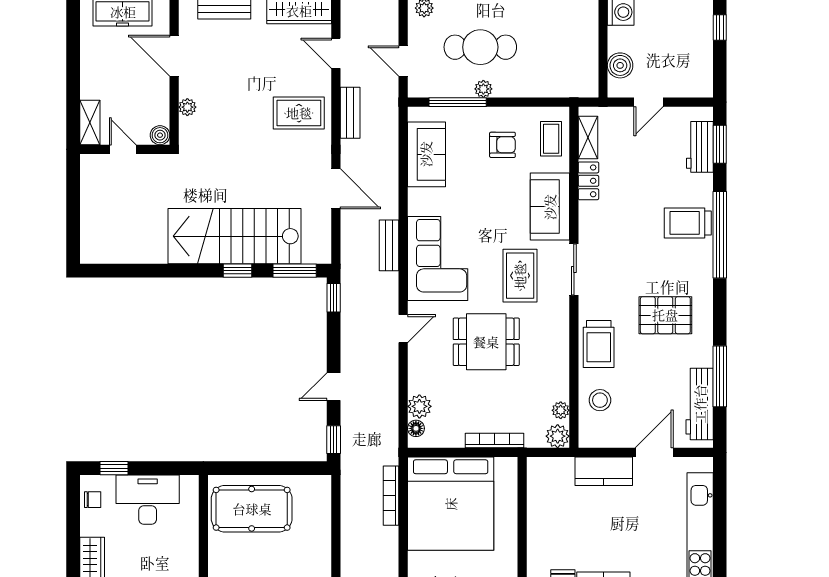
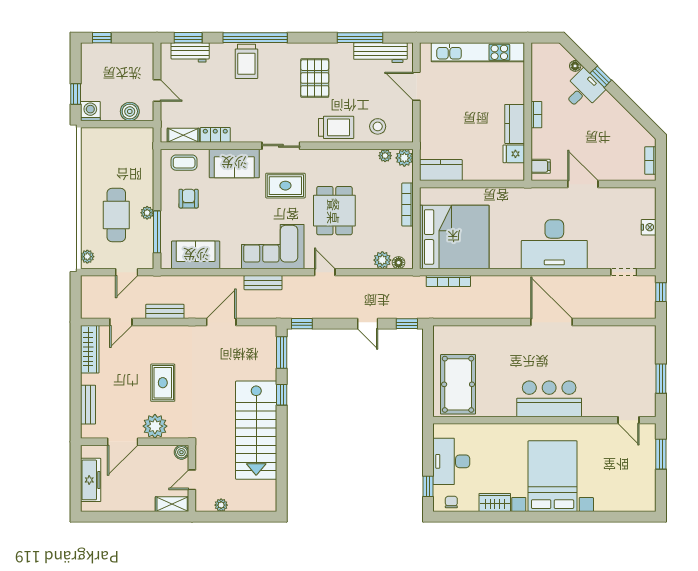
plant: (187, 107) -> (155, 426), width x1.88, depth x1.88
rug: (299, 113) -> (163, 383), moved
plant: (89, 189) -> (221, 505), added
stairs: (234, 236) -> (256, 430), moved
kitchen counter: (604, 471) -> (441, 170), moved, turned -90

